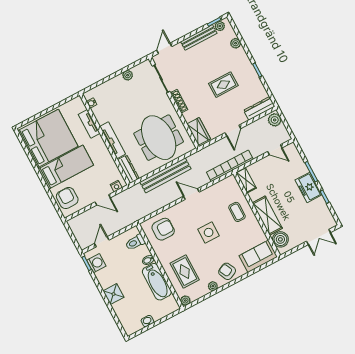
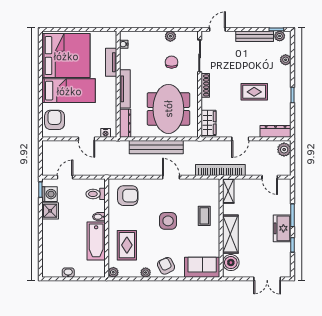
chair: (140, 97) -> (172, 62), added
shower: (113, 294) -> (50, 211), moved

